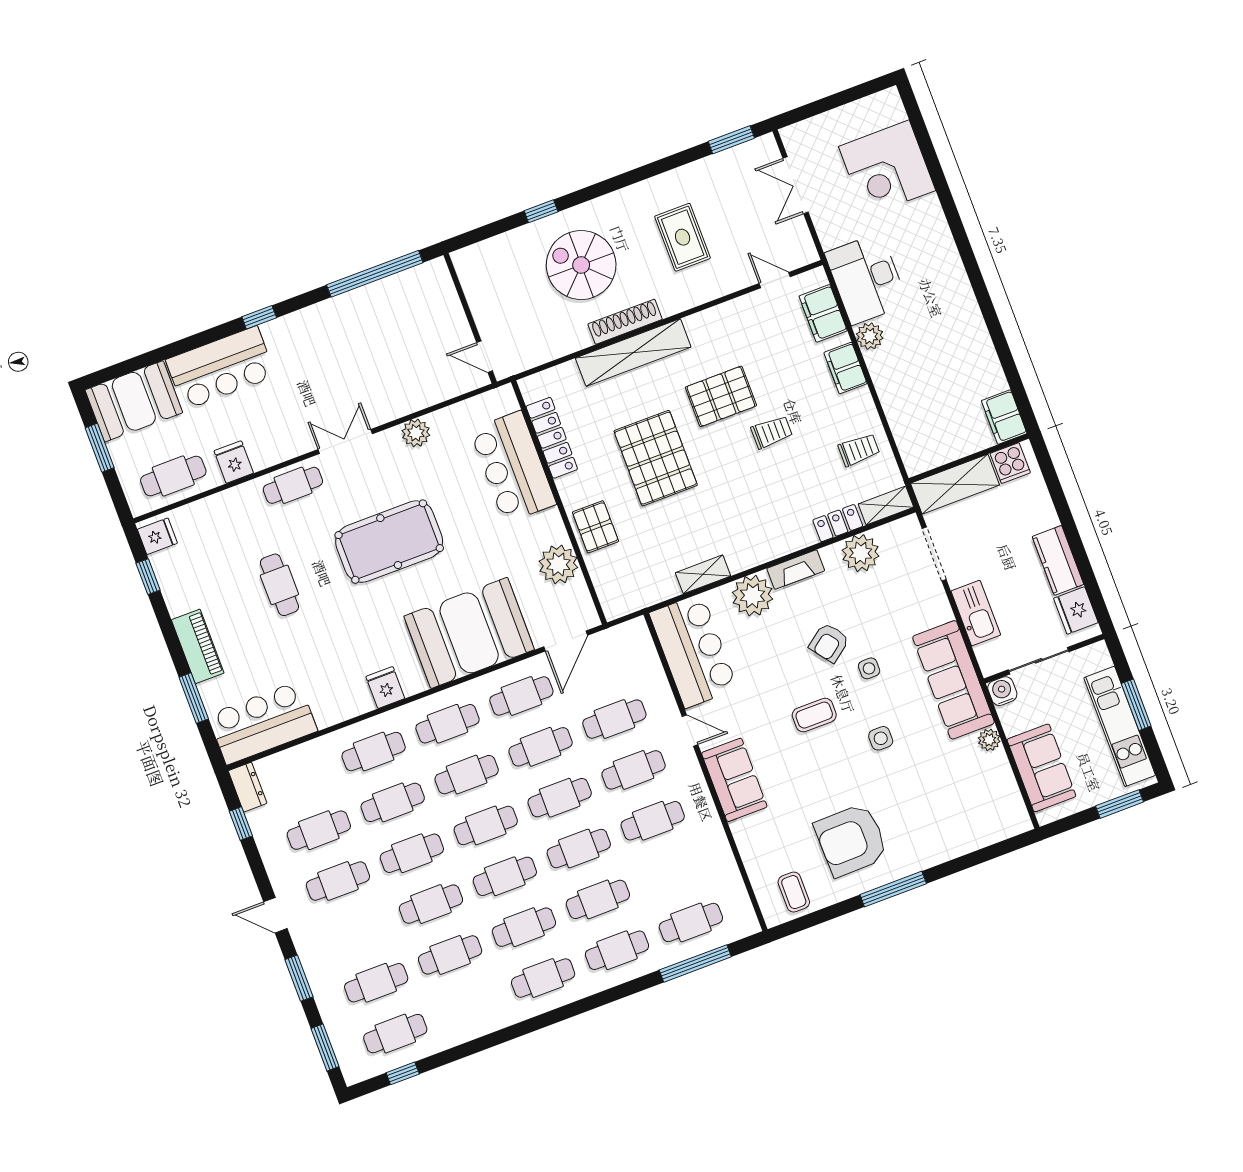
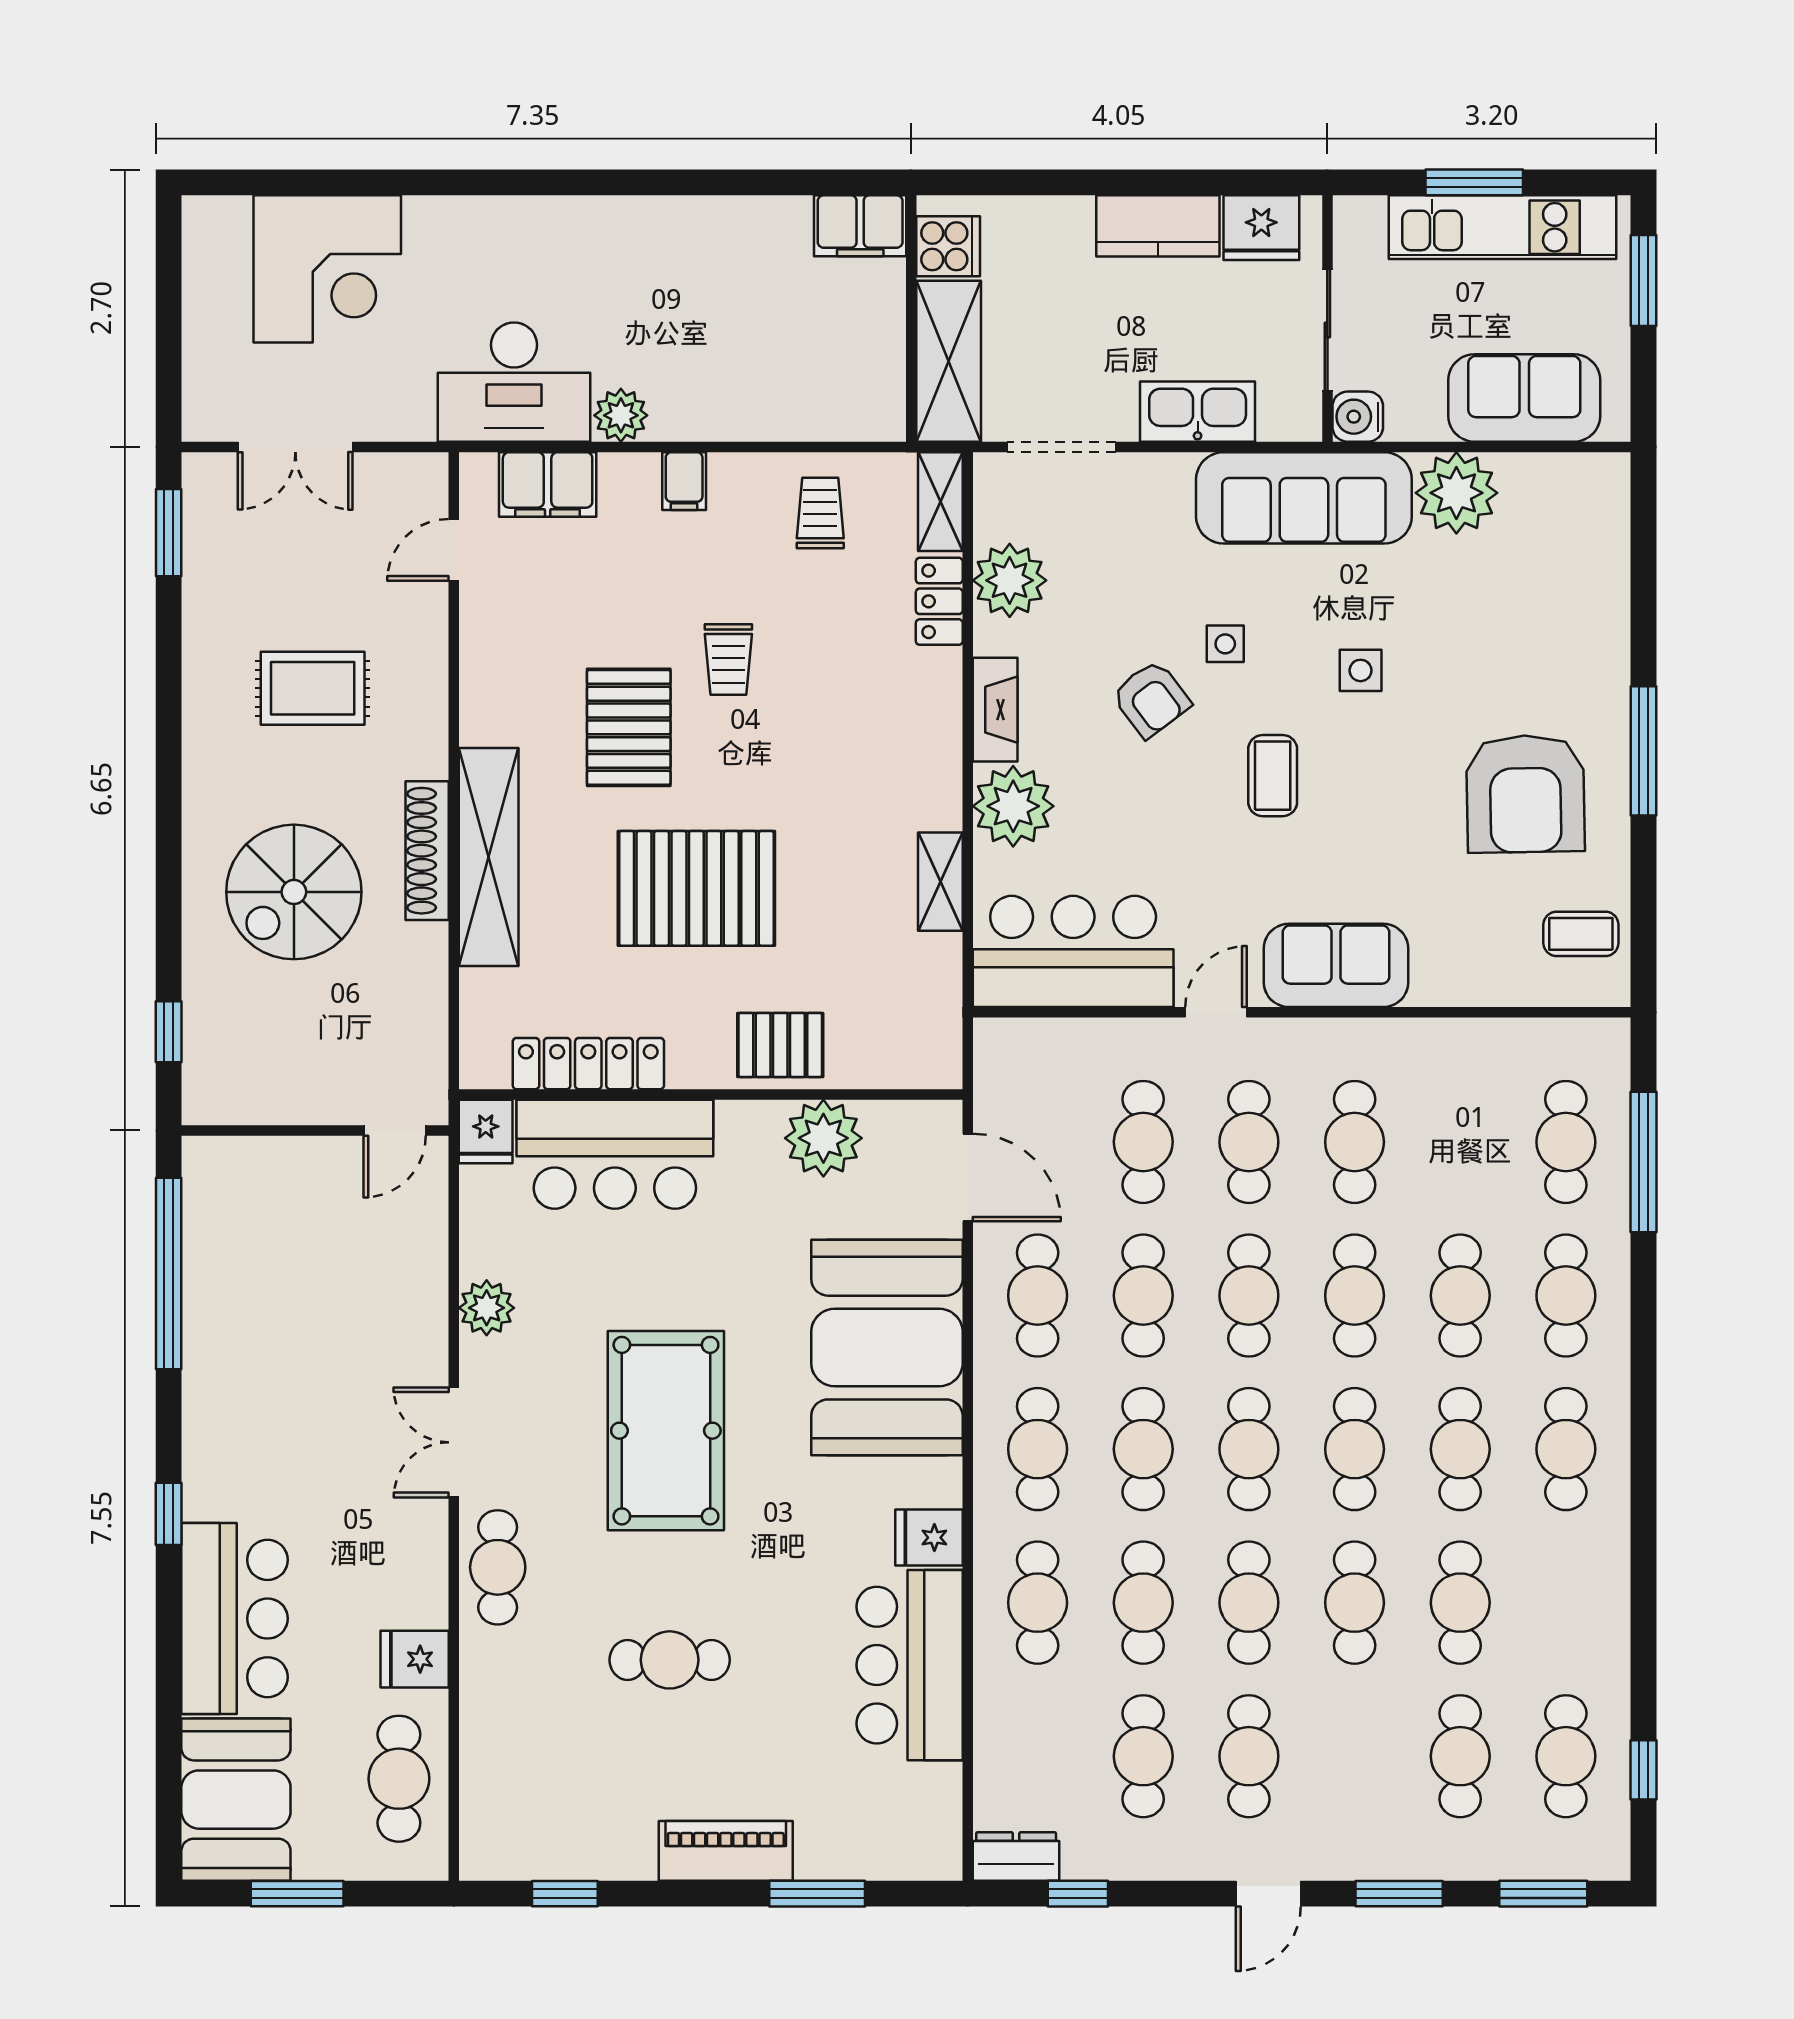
window: (541, 211) -> (169, 1032), moved
filing cabinet: (846, 368) -> (684, 481), width x0.50
trolley: (772, 432) -> (728, 659), turned 180
fridge: (157, 536) -> (486, 1132), moved, turned 180
bar counter: (263, 723) -> (910, 1665), moved
plant: (989, 740) -> (1456, 493), width x1.87, depth x1.87

